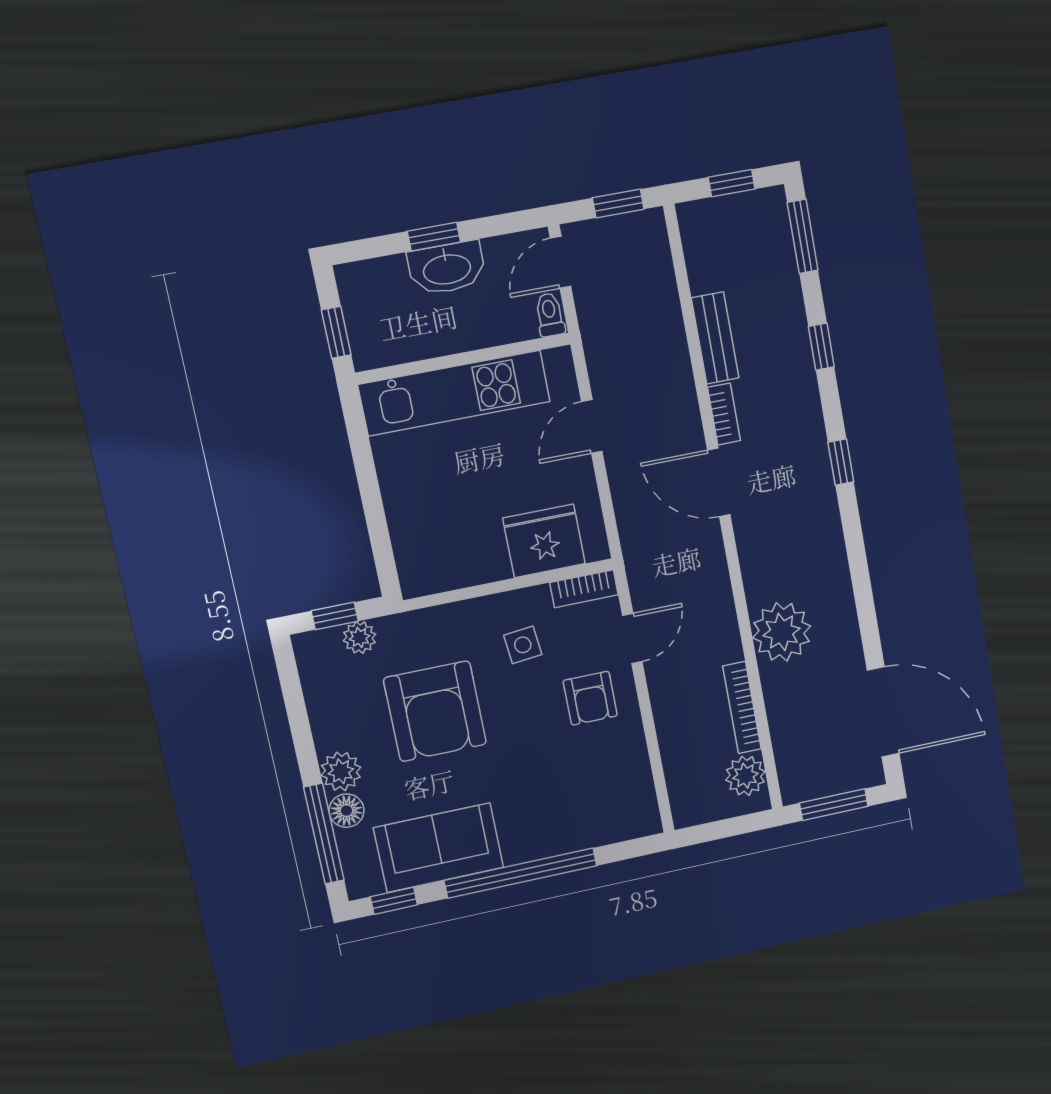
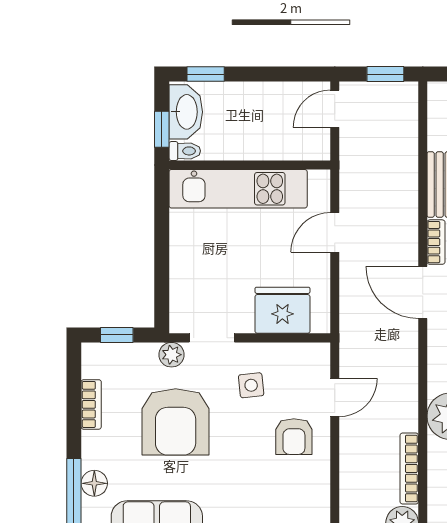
window: (434, 237) -> (206, 74), moved
washbasin: (447, 268) -> (186, 112), moved, turned -90
toilet: (550, 315) -> (185, 151), moved, turned 90
bookcase: (584, 589) -> (91, 404), moved, turned -90
doorway: (460, 595) -> (212, 338), added
plant: (359, 637) -> (171, 355), moved
plant: (341, 771) -> (97, 453), removed

